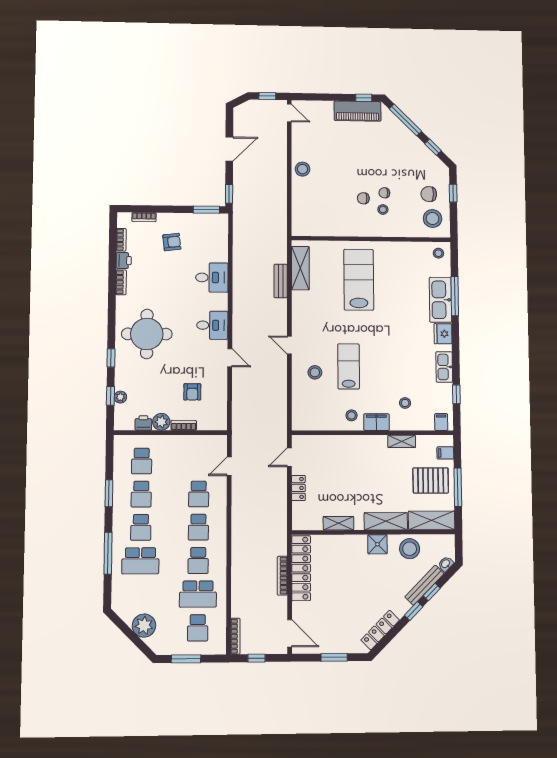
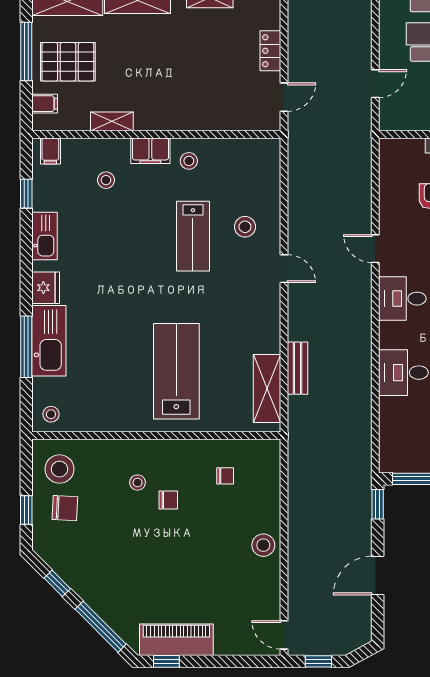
chair: (384, 193) -> (225, 476), moved
lab bench: (359, 280) -> (176, 371), turned 180

